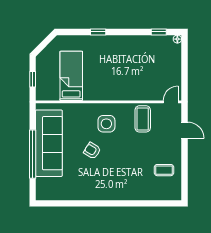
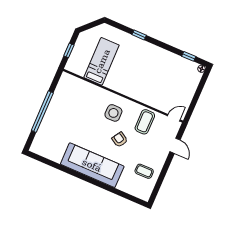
sofa: (49, 143) -> (92, 165), moved, turned -90
armchair: (92, 151) -> (120, 140), moved

